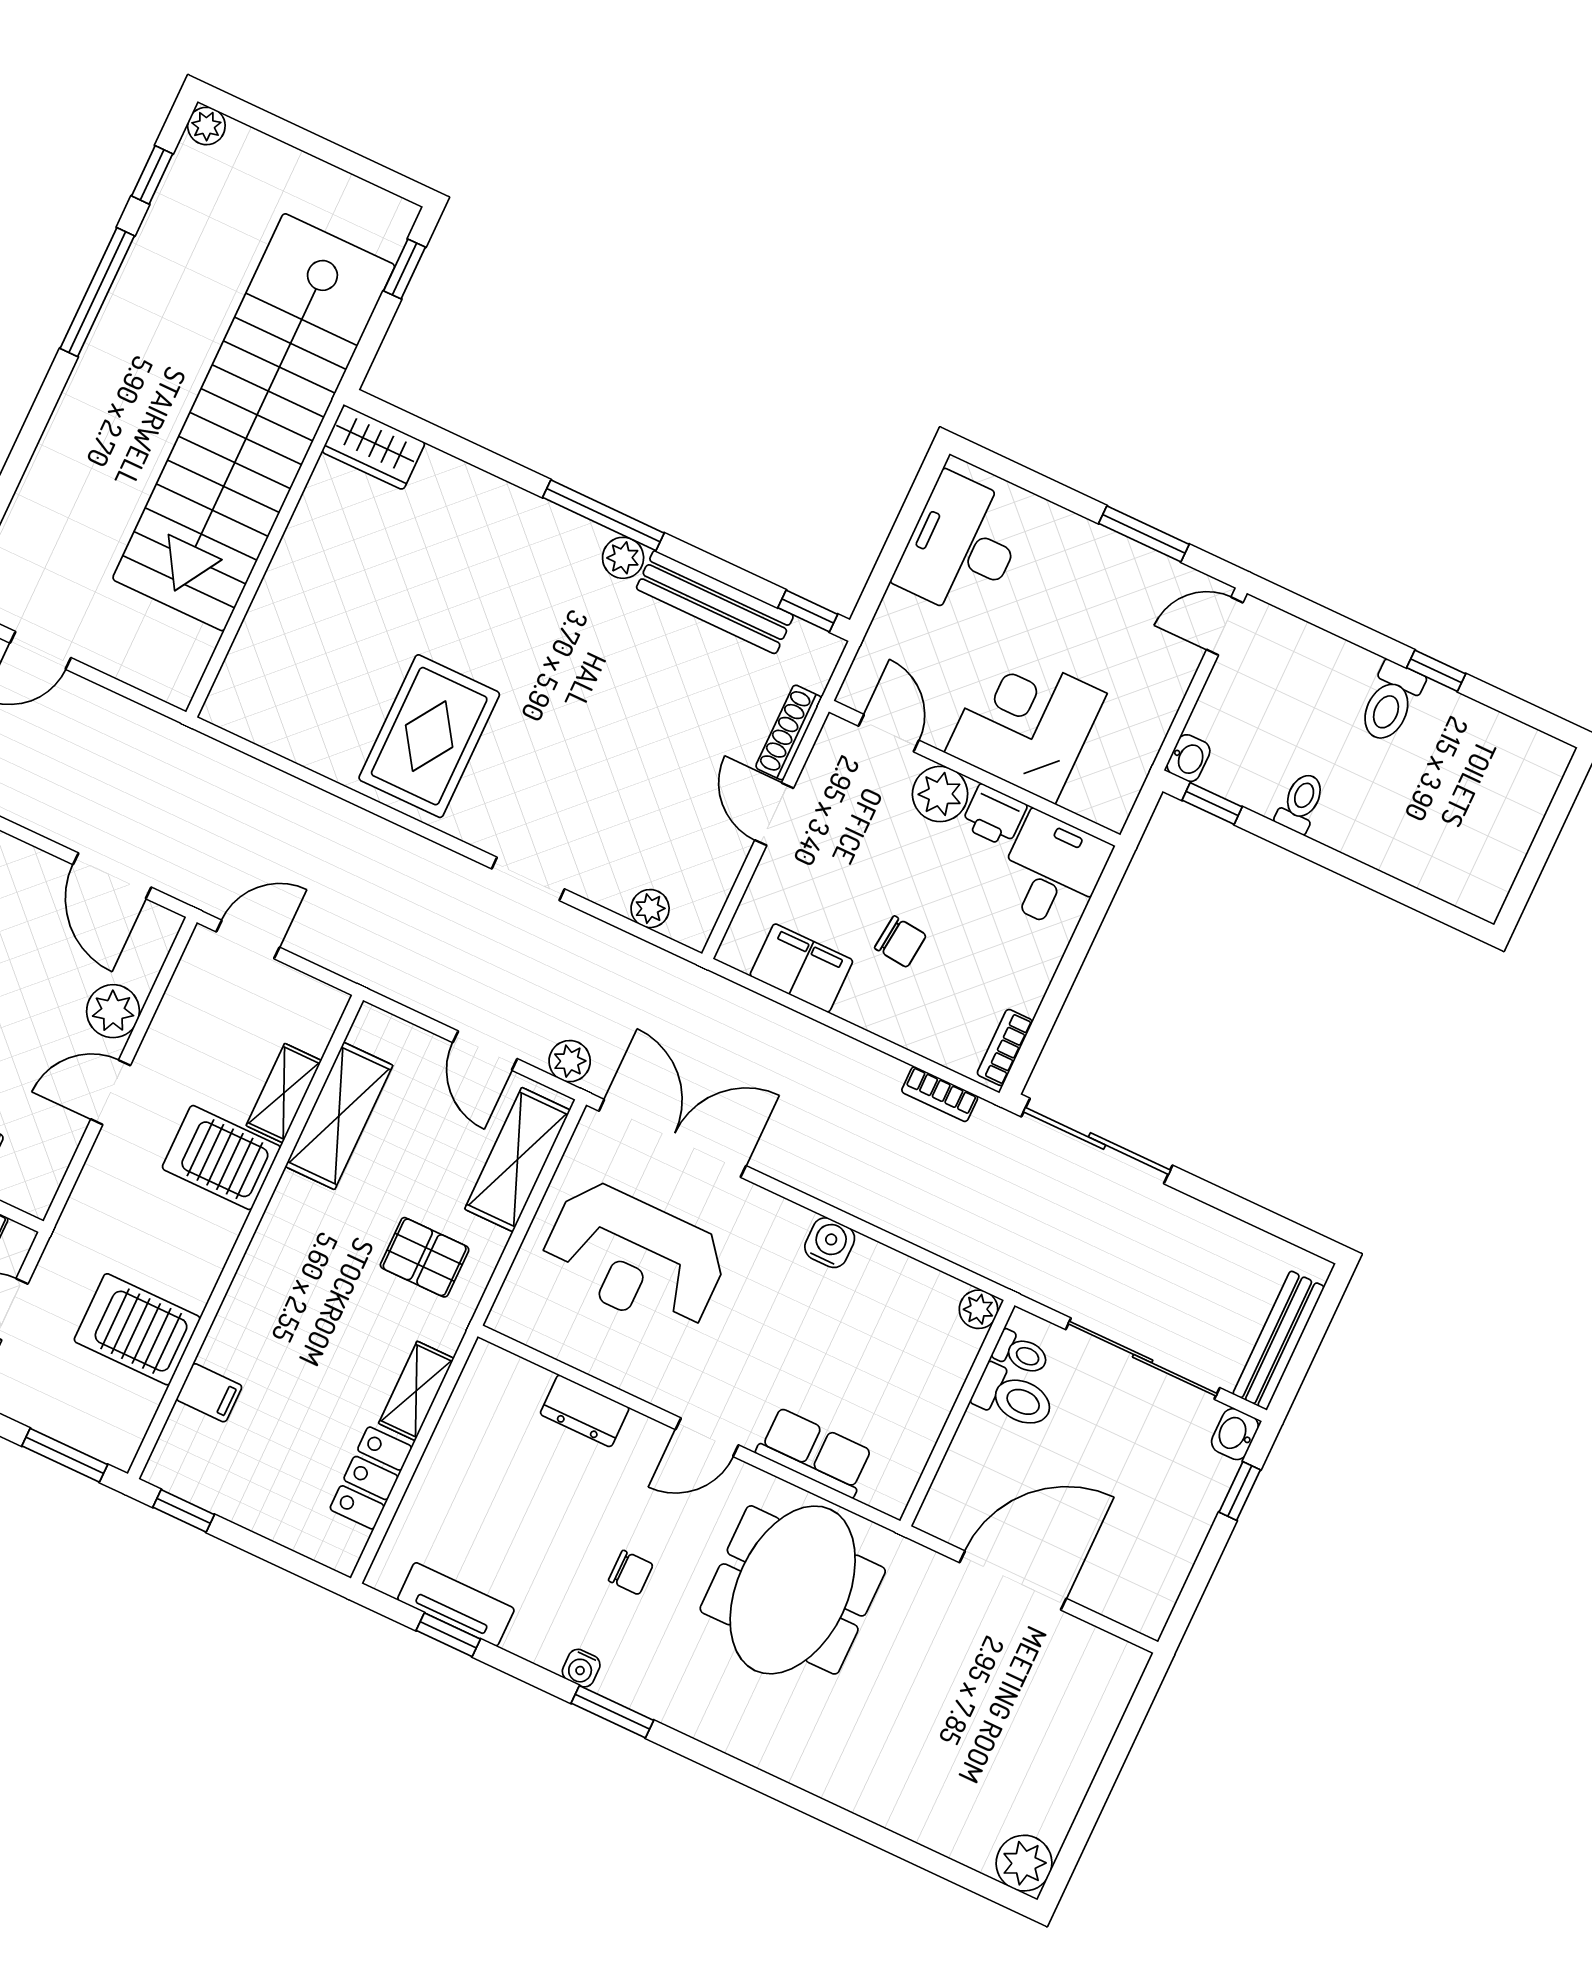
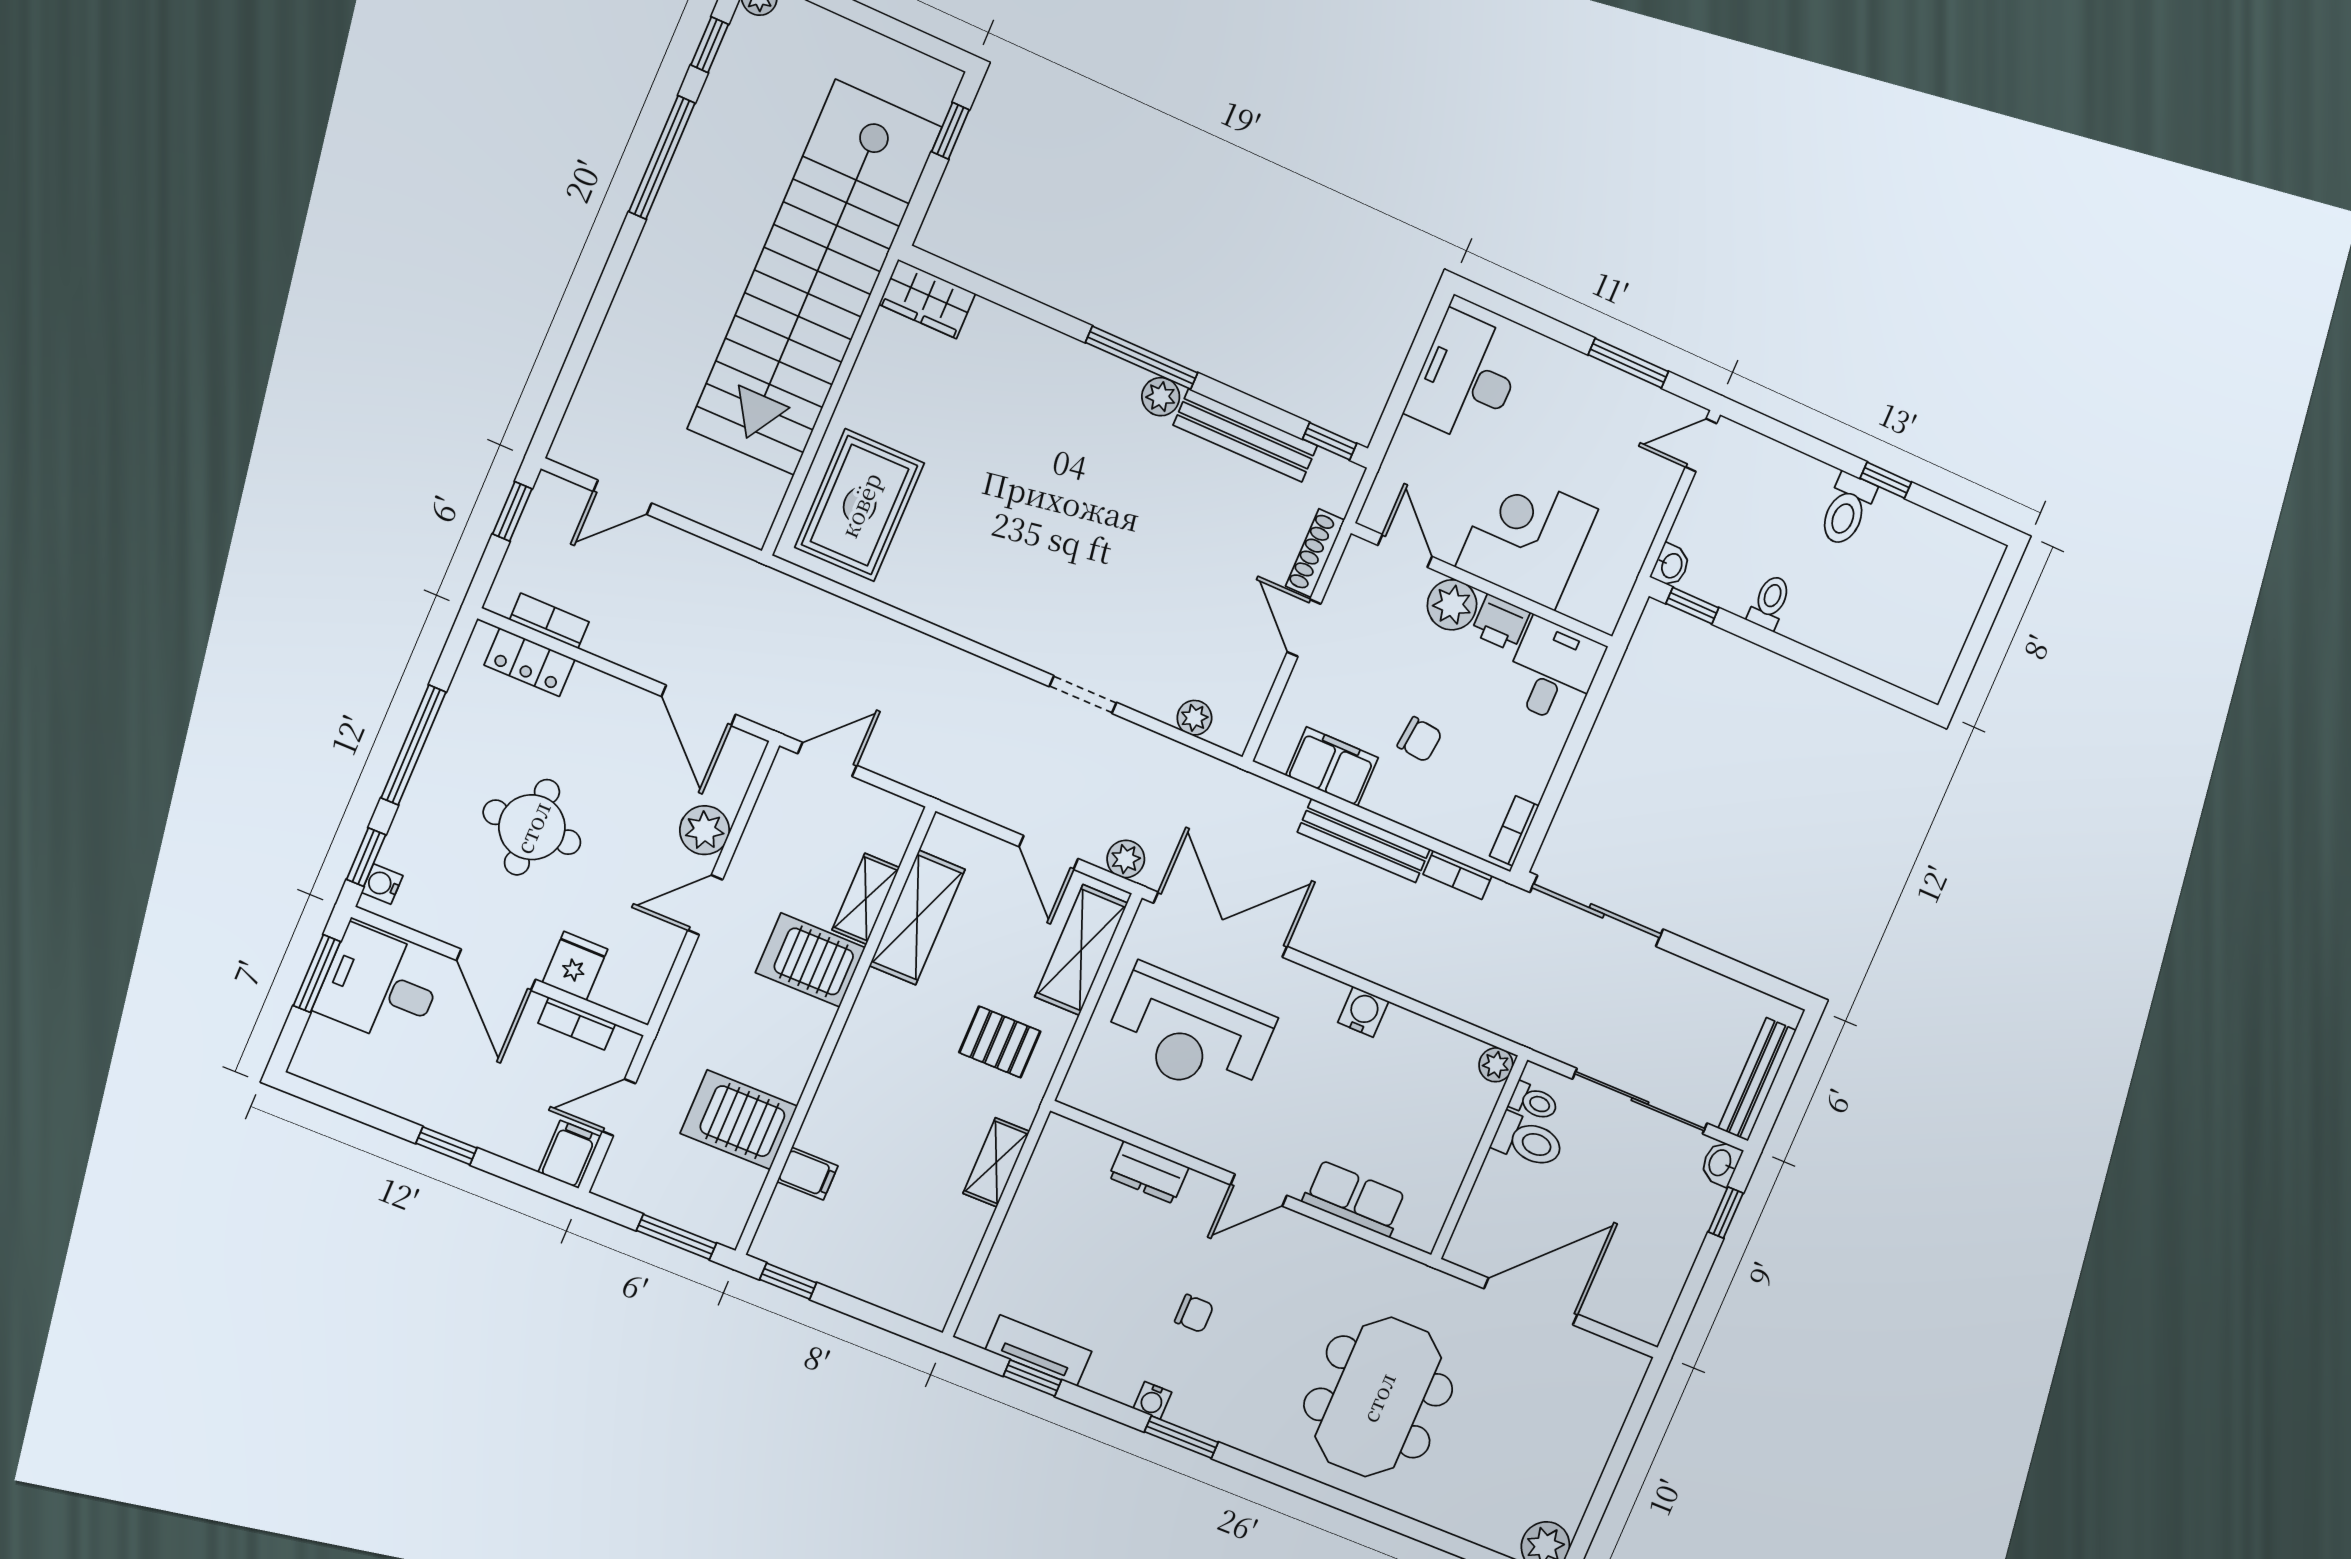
rug: (429, 736) -> (860, 505), moved
bench: (835, 1051) -> (1364, 841), added
locker: (371, 1478) -> (958, 1242), removed
meeting table: (793, 1590) -> (1378, 1397), moved

